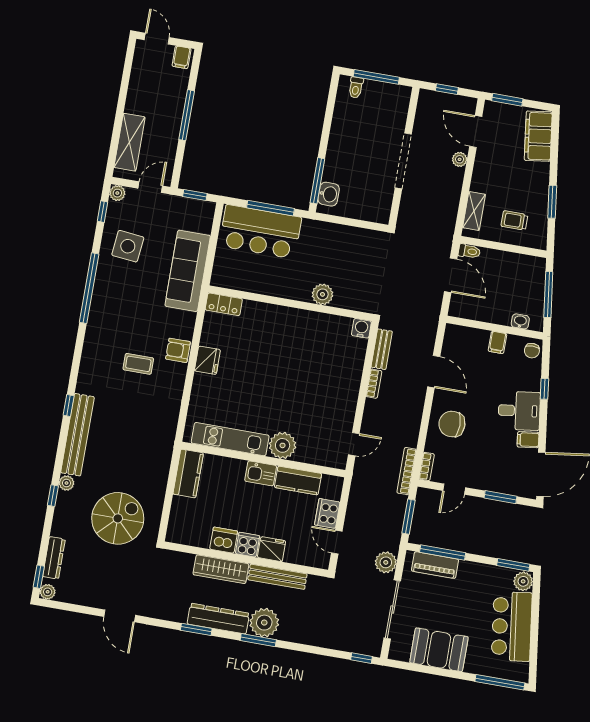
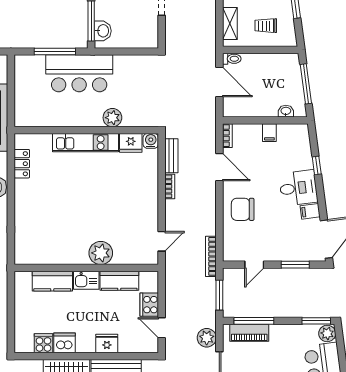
bar counter: (260, 232) -> (79, 73), moved
locker: (224, 304) -> (22, 164), moved, turned -90
chair: (532, 351) -> (300, 135), removed
fridge: (207, 360) -> (131, 143), moved, turned 90
kitchen unit: (230, 439) -> (85, 143), moved, turned 180
bookcase: (427, 466) -> (227, 136), moved
kitchen counter: (188, 473) -> (52, 281), moved, turned 90
cooker: (248, 545) -> (43, 343), moved

